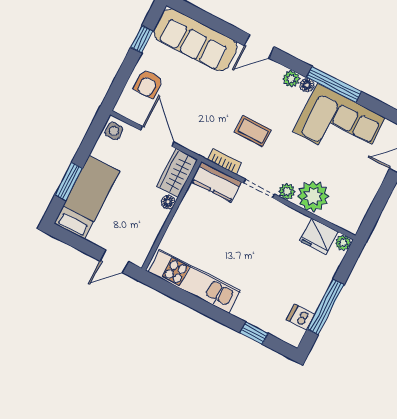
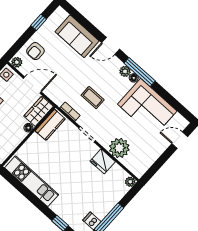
sofa: (195, 40) -> (77, 36), width x0.73
window: (334, 84) -> (140, 72), moved
door: (157, 136) -> (32, 85), hinge flipped
kitchen counter: (216, 182) -> (50, 125), moved, turned -90
plant: (287, 191) -> (17, 62), moved
fridge: (319, 236) -> (103, 161), moved

